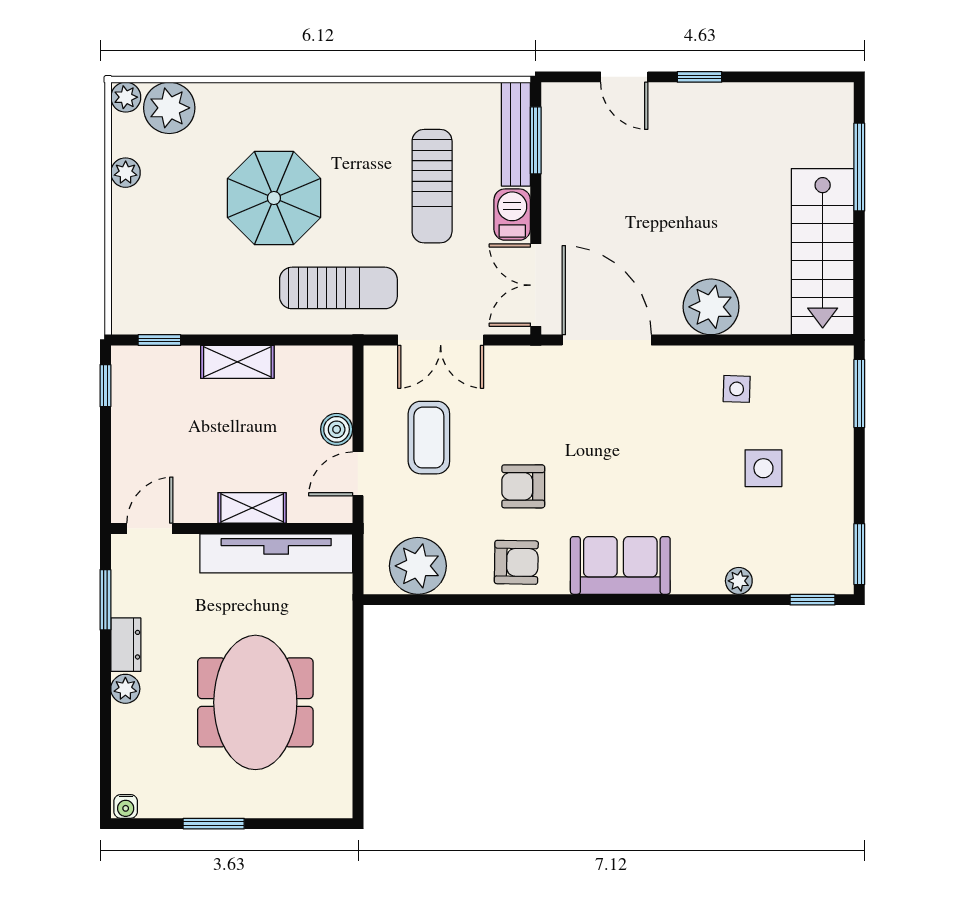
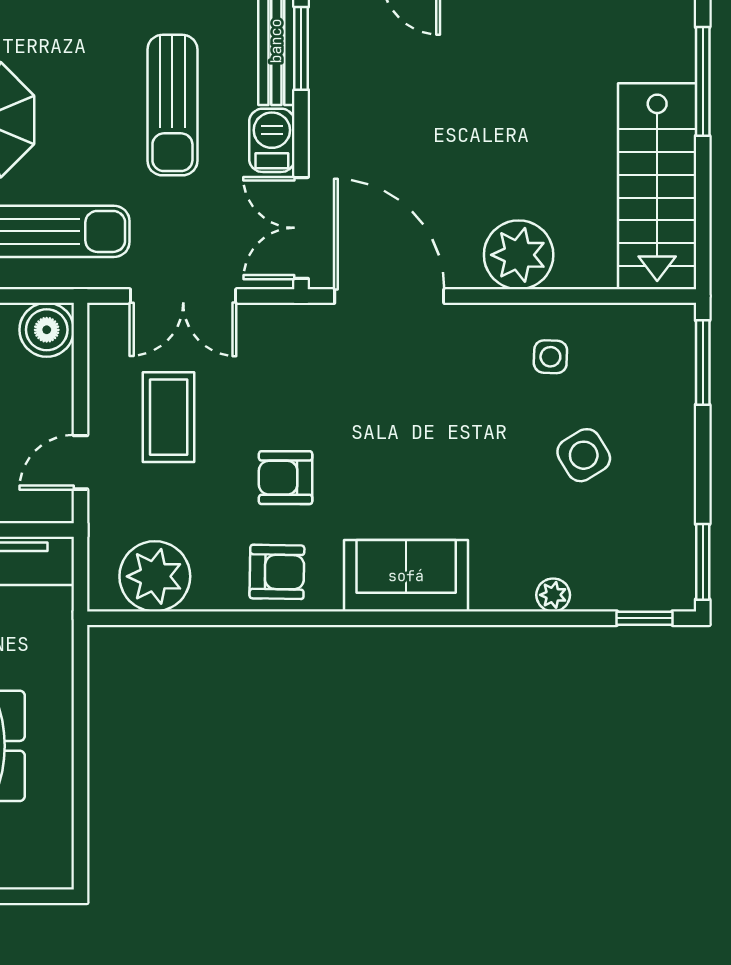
boiler: (337, 429) -> (47, 330), moved, width x1.36, depth x1.36
side table: (763, 468) -> (584, 455), turned -31

